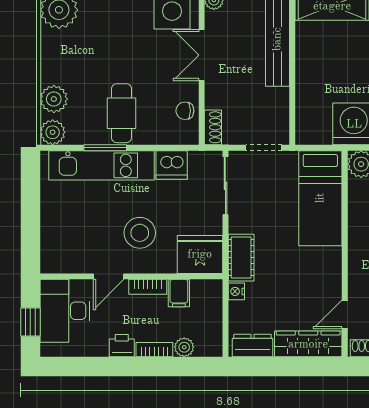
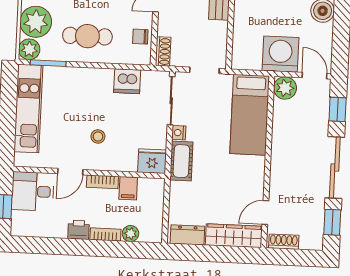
plant: (54, 99) -> (36, 22), width x1.36, depth x1.36
cafe table: (122, 113) -> (87, 36), turned 90
window: (105, 148) -> (48, 63), moved
kitchen unit: (102, 165) -> (28, 108), moved, turned -90
stool: (140, 233) -> (98, 136), width x0.53, depth x0.53
fridge: (200, 254) -> (152, 161), width x0.73, depth x0.75
nightstand: (236, 291) -> (179, 133), moved
desk: (65, 311) -> (33, 191), width x0.73

